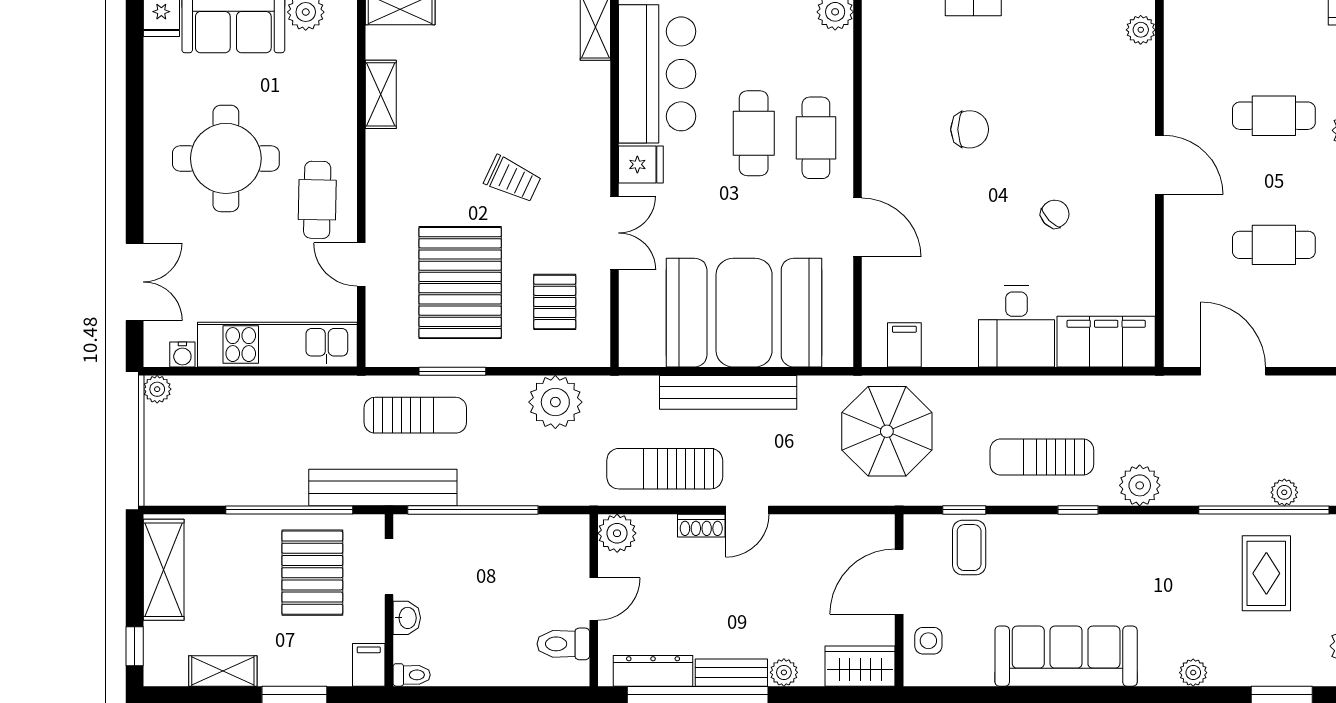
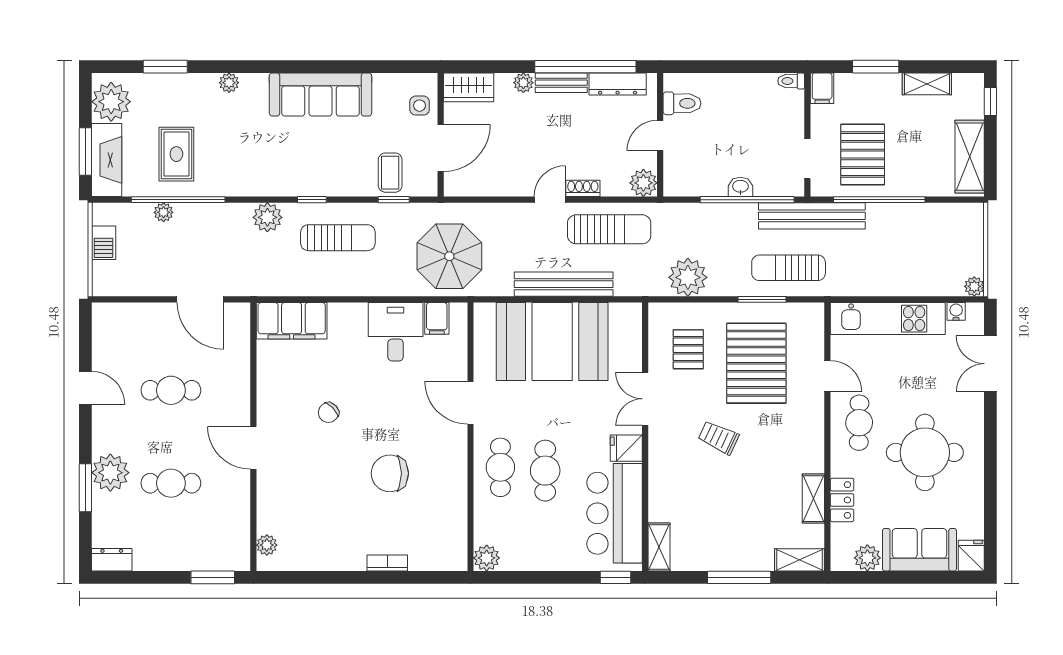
locker: (341, 92) -> (842, 500), added
chair: (970, 129) -> (390, 473), width x1.37, depth x1.37
desk: (1016, 326) -> (396, 332), moved
washbasin: (407, 618) -> (740, 187), moved, turned 90

